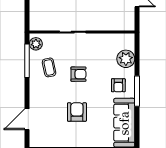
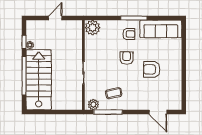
plant: (126, 59) -> (93, 28), moved
armchair: (78, 74) -> (127, 58), moved

